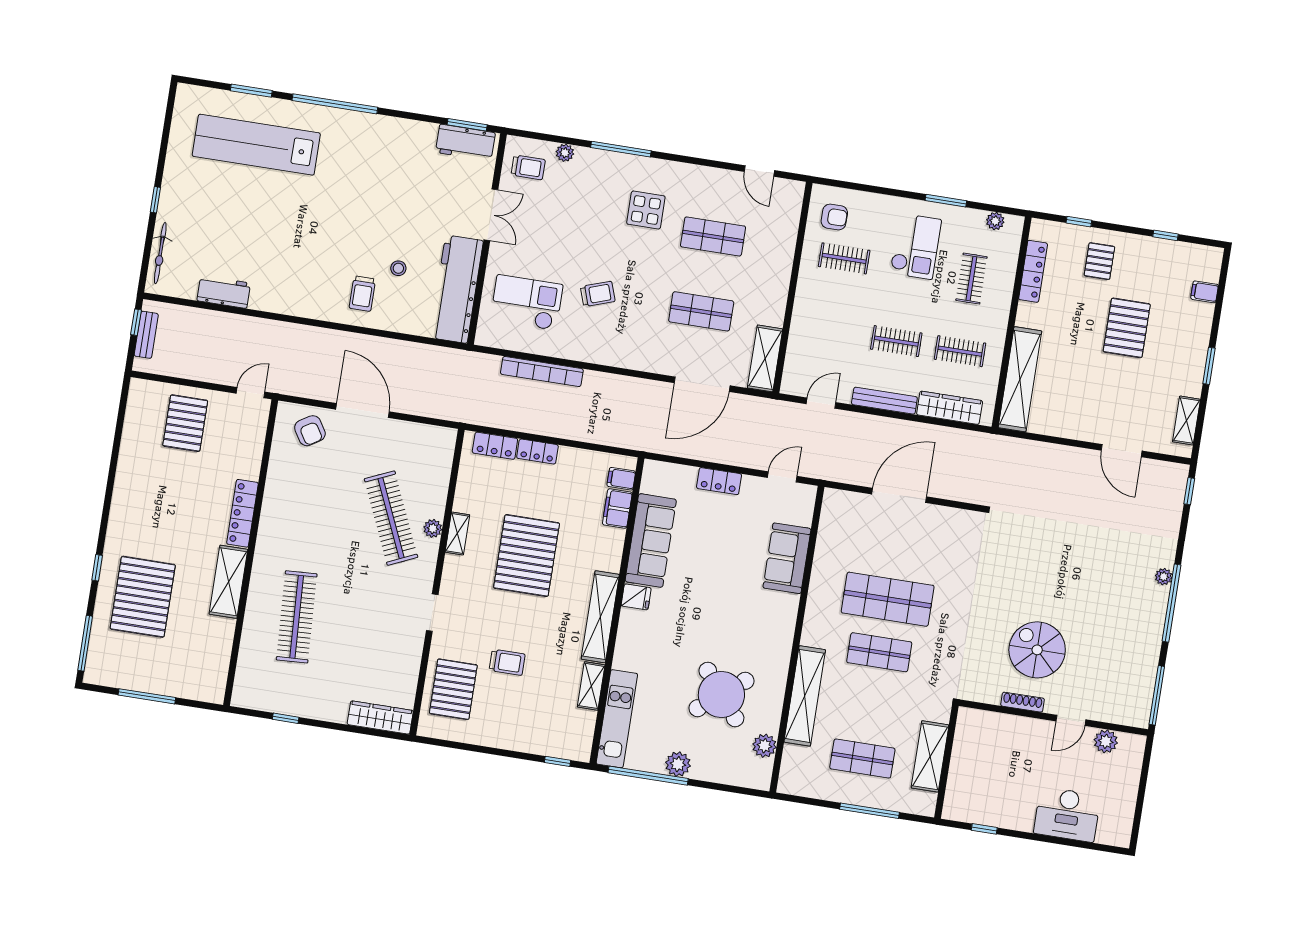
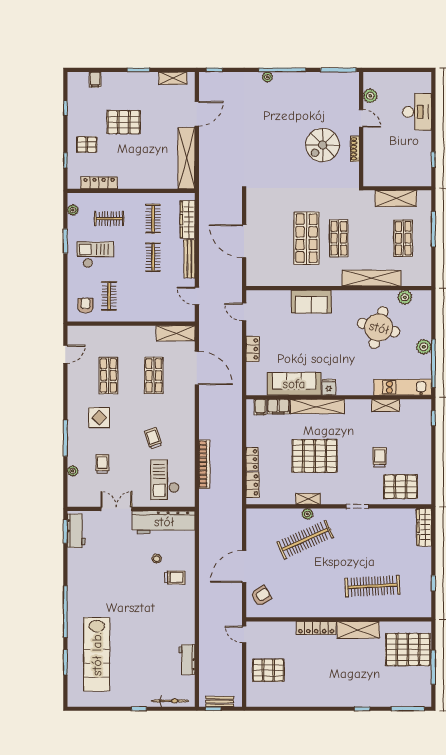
trolley: (528, 167) -> (102, 464), moved
shelving: (1020, 379) -> (186, 158), moved, turned 90
sofa: (787, 558) -> (311, 302), moved
pallet: (143, 597) -> (408, 650), moved
shelving: (600, 617) -> (317, 407), moved
round table: (721, 694) -> (379, 328), turned -36

